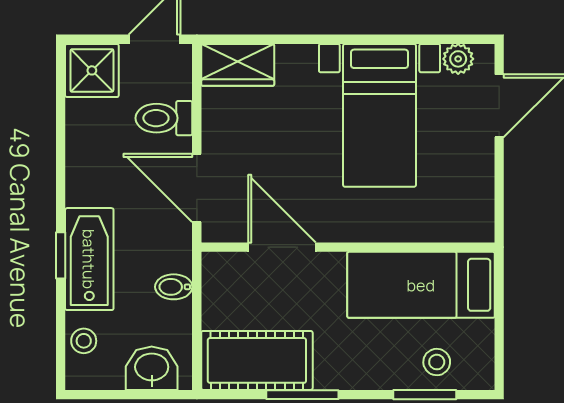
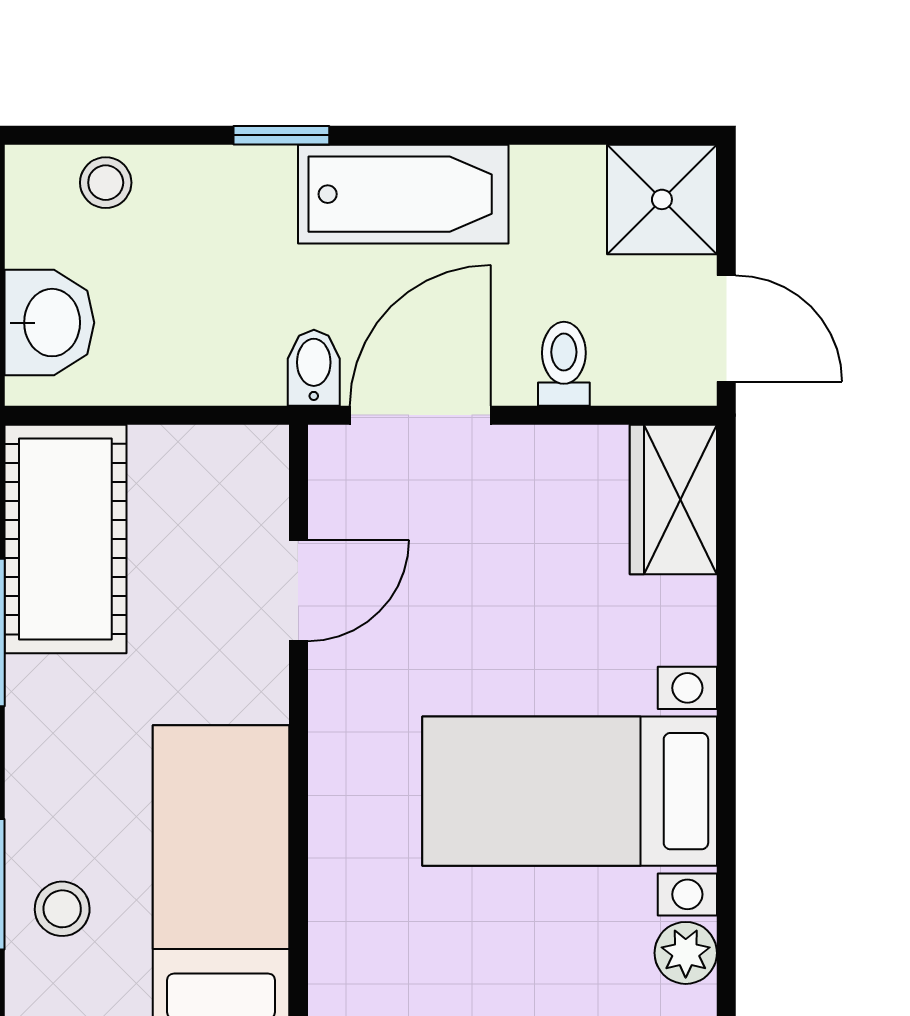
toilet: (164, 118) -> (564, 364), width x0.73, depth x0.72
door: (282, 247) -> (298, 590), width x0.73
bathtub: (89, 259) -> (403, 194), moved
bidet: (174, 287) -> (314, 368), moved

